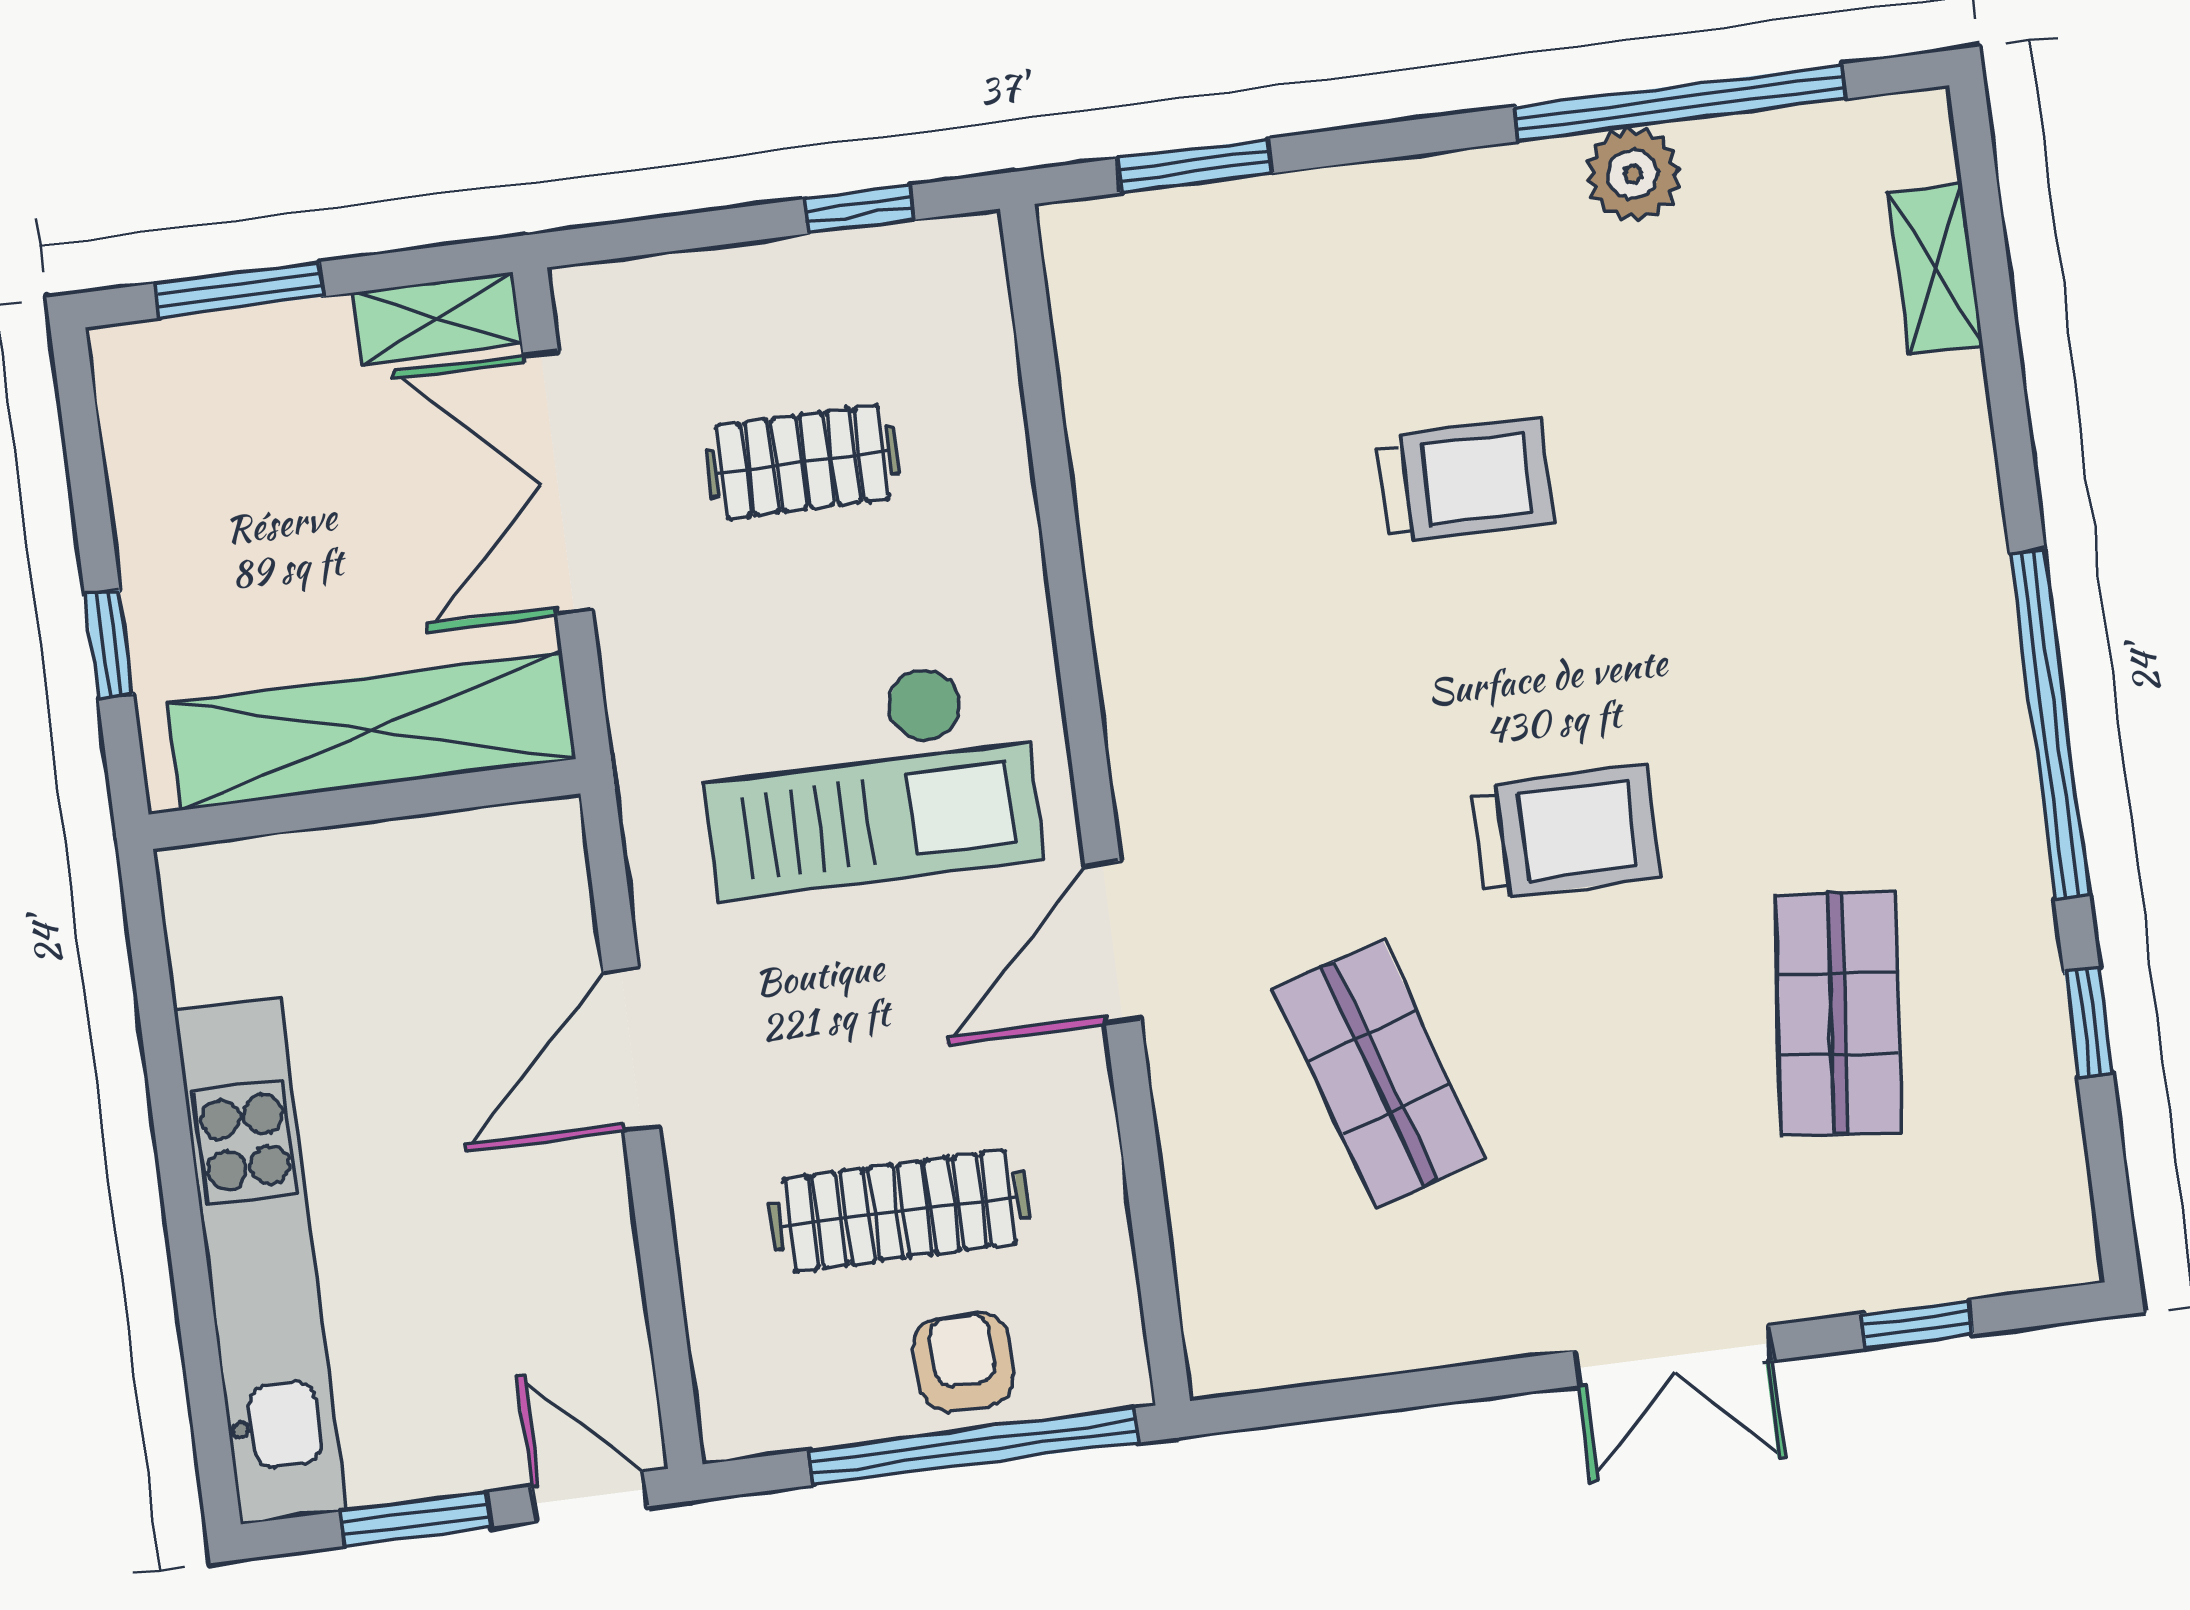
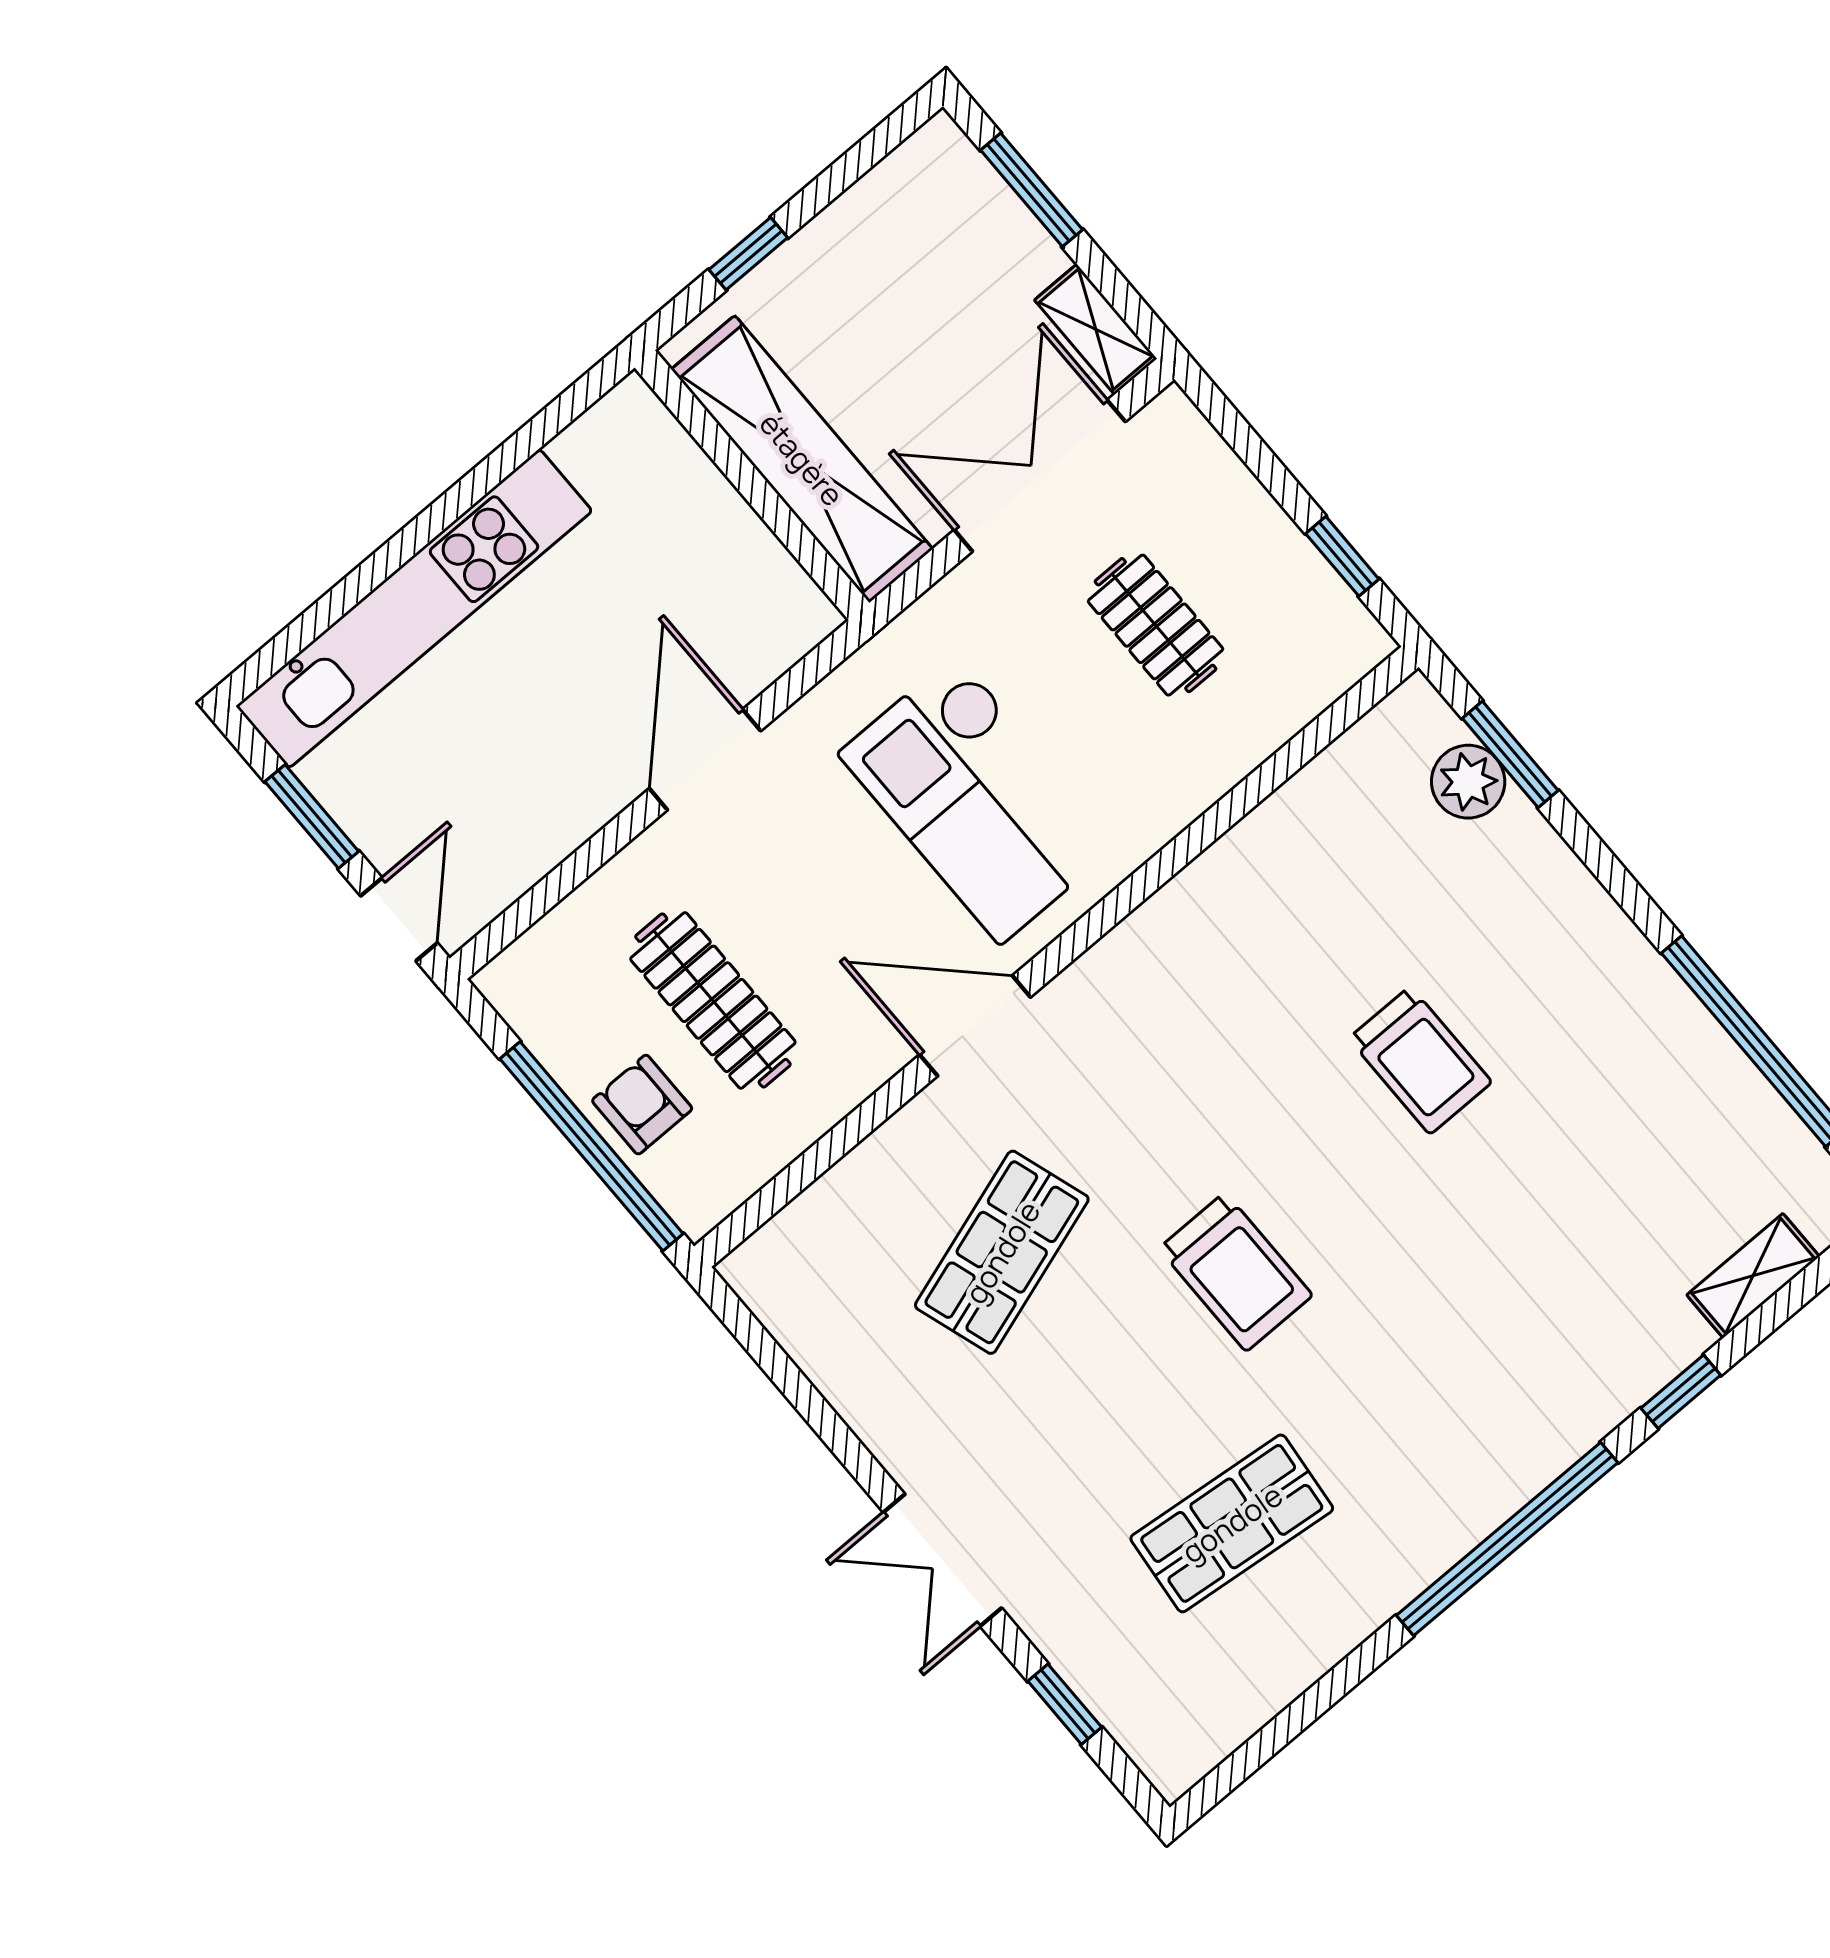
plant: (1633, 174) -> (1468, 782), moved
window: (2088, 1022) -> (1681, 1392), moved
door: (631, 1049) -> (705, 760), hinge flipped
armchair: (964, 1362) -> (642, 1105), turned -90

